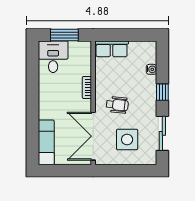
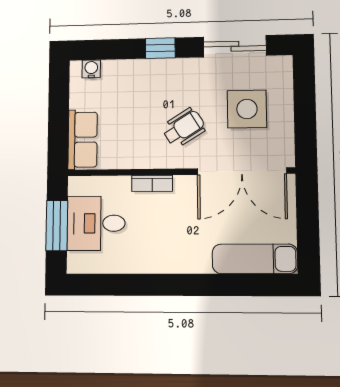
desk: (53, 57) -> (96, 223), moved
water cooler: (151, 69) -> (91, 69), moved
wheelchair: (117, 105) -> (184, 128), turned 52

